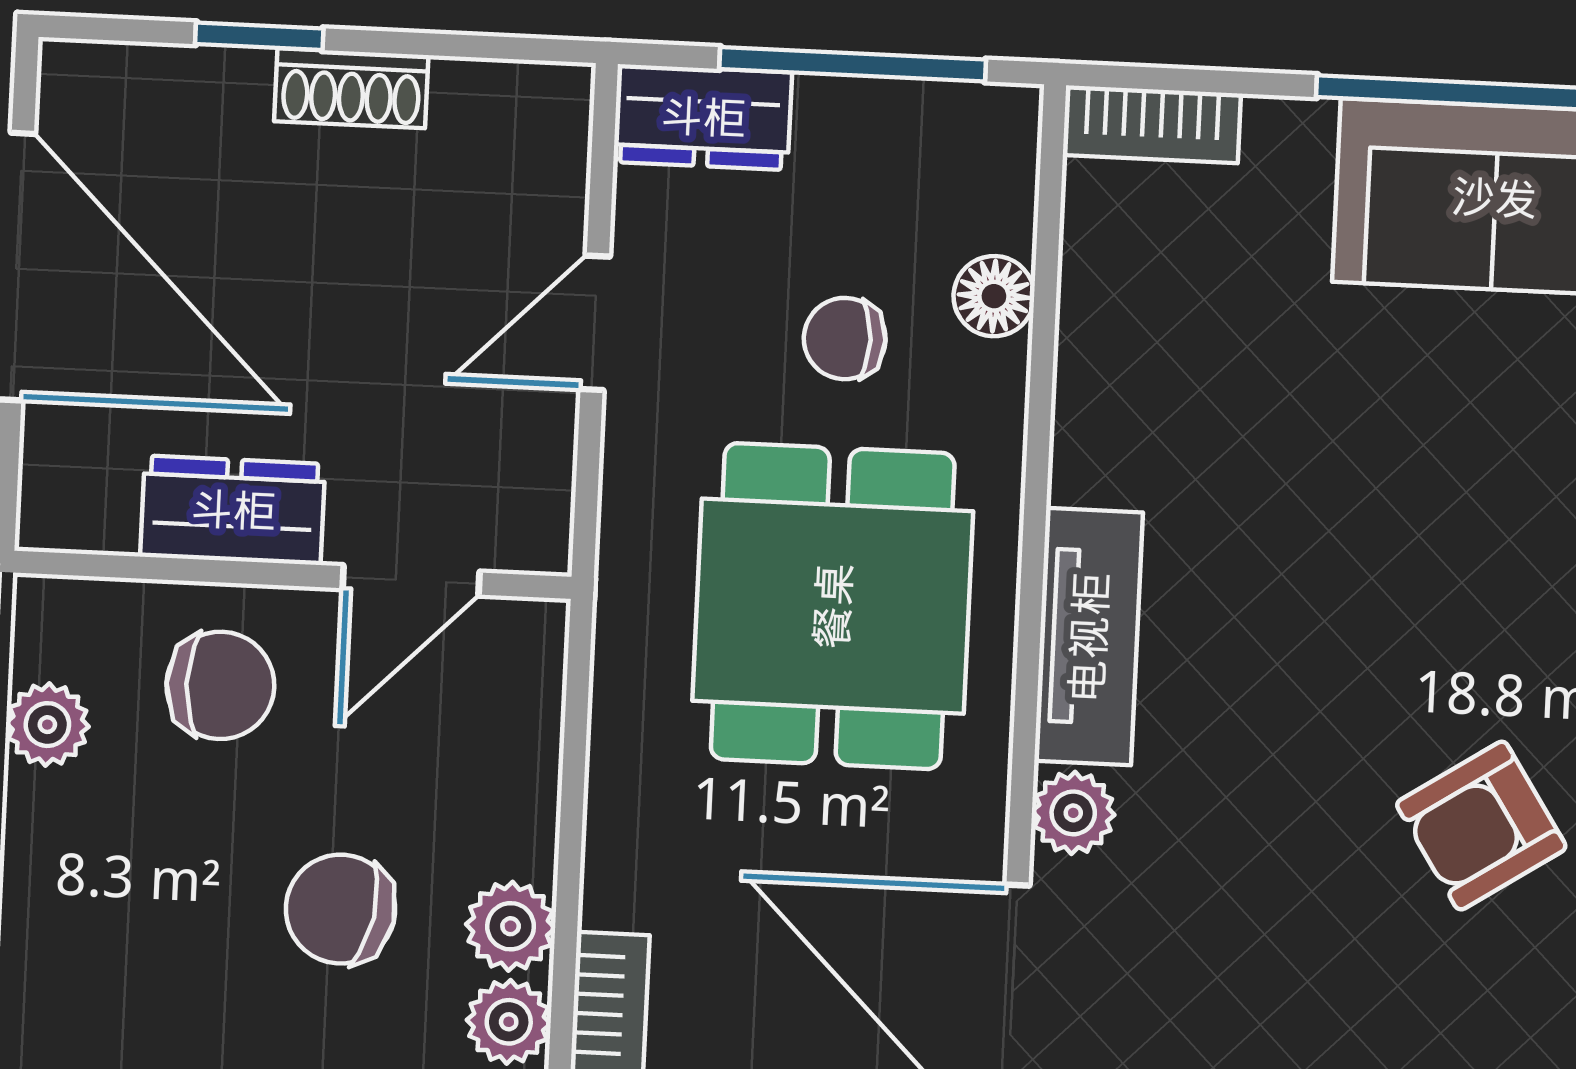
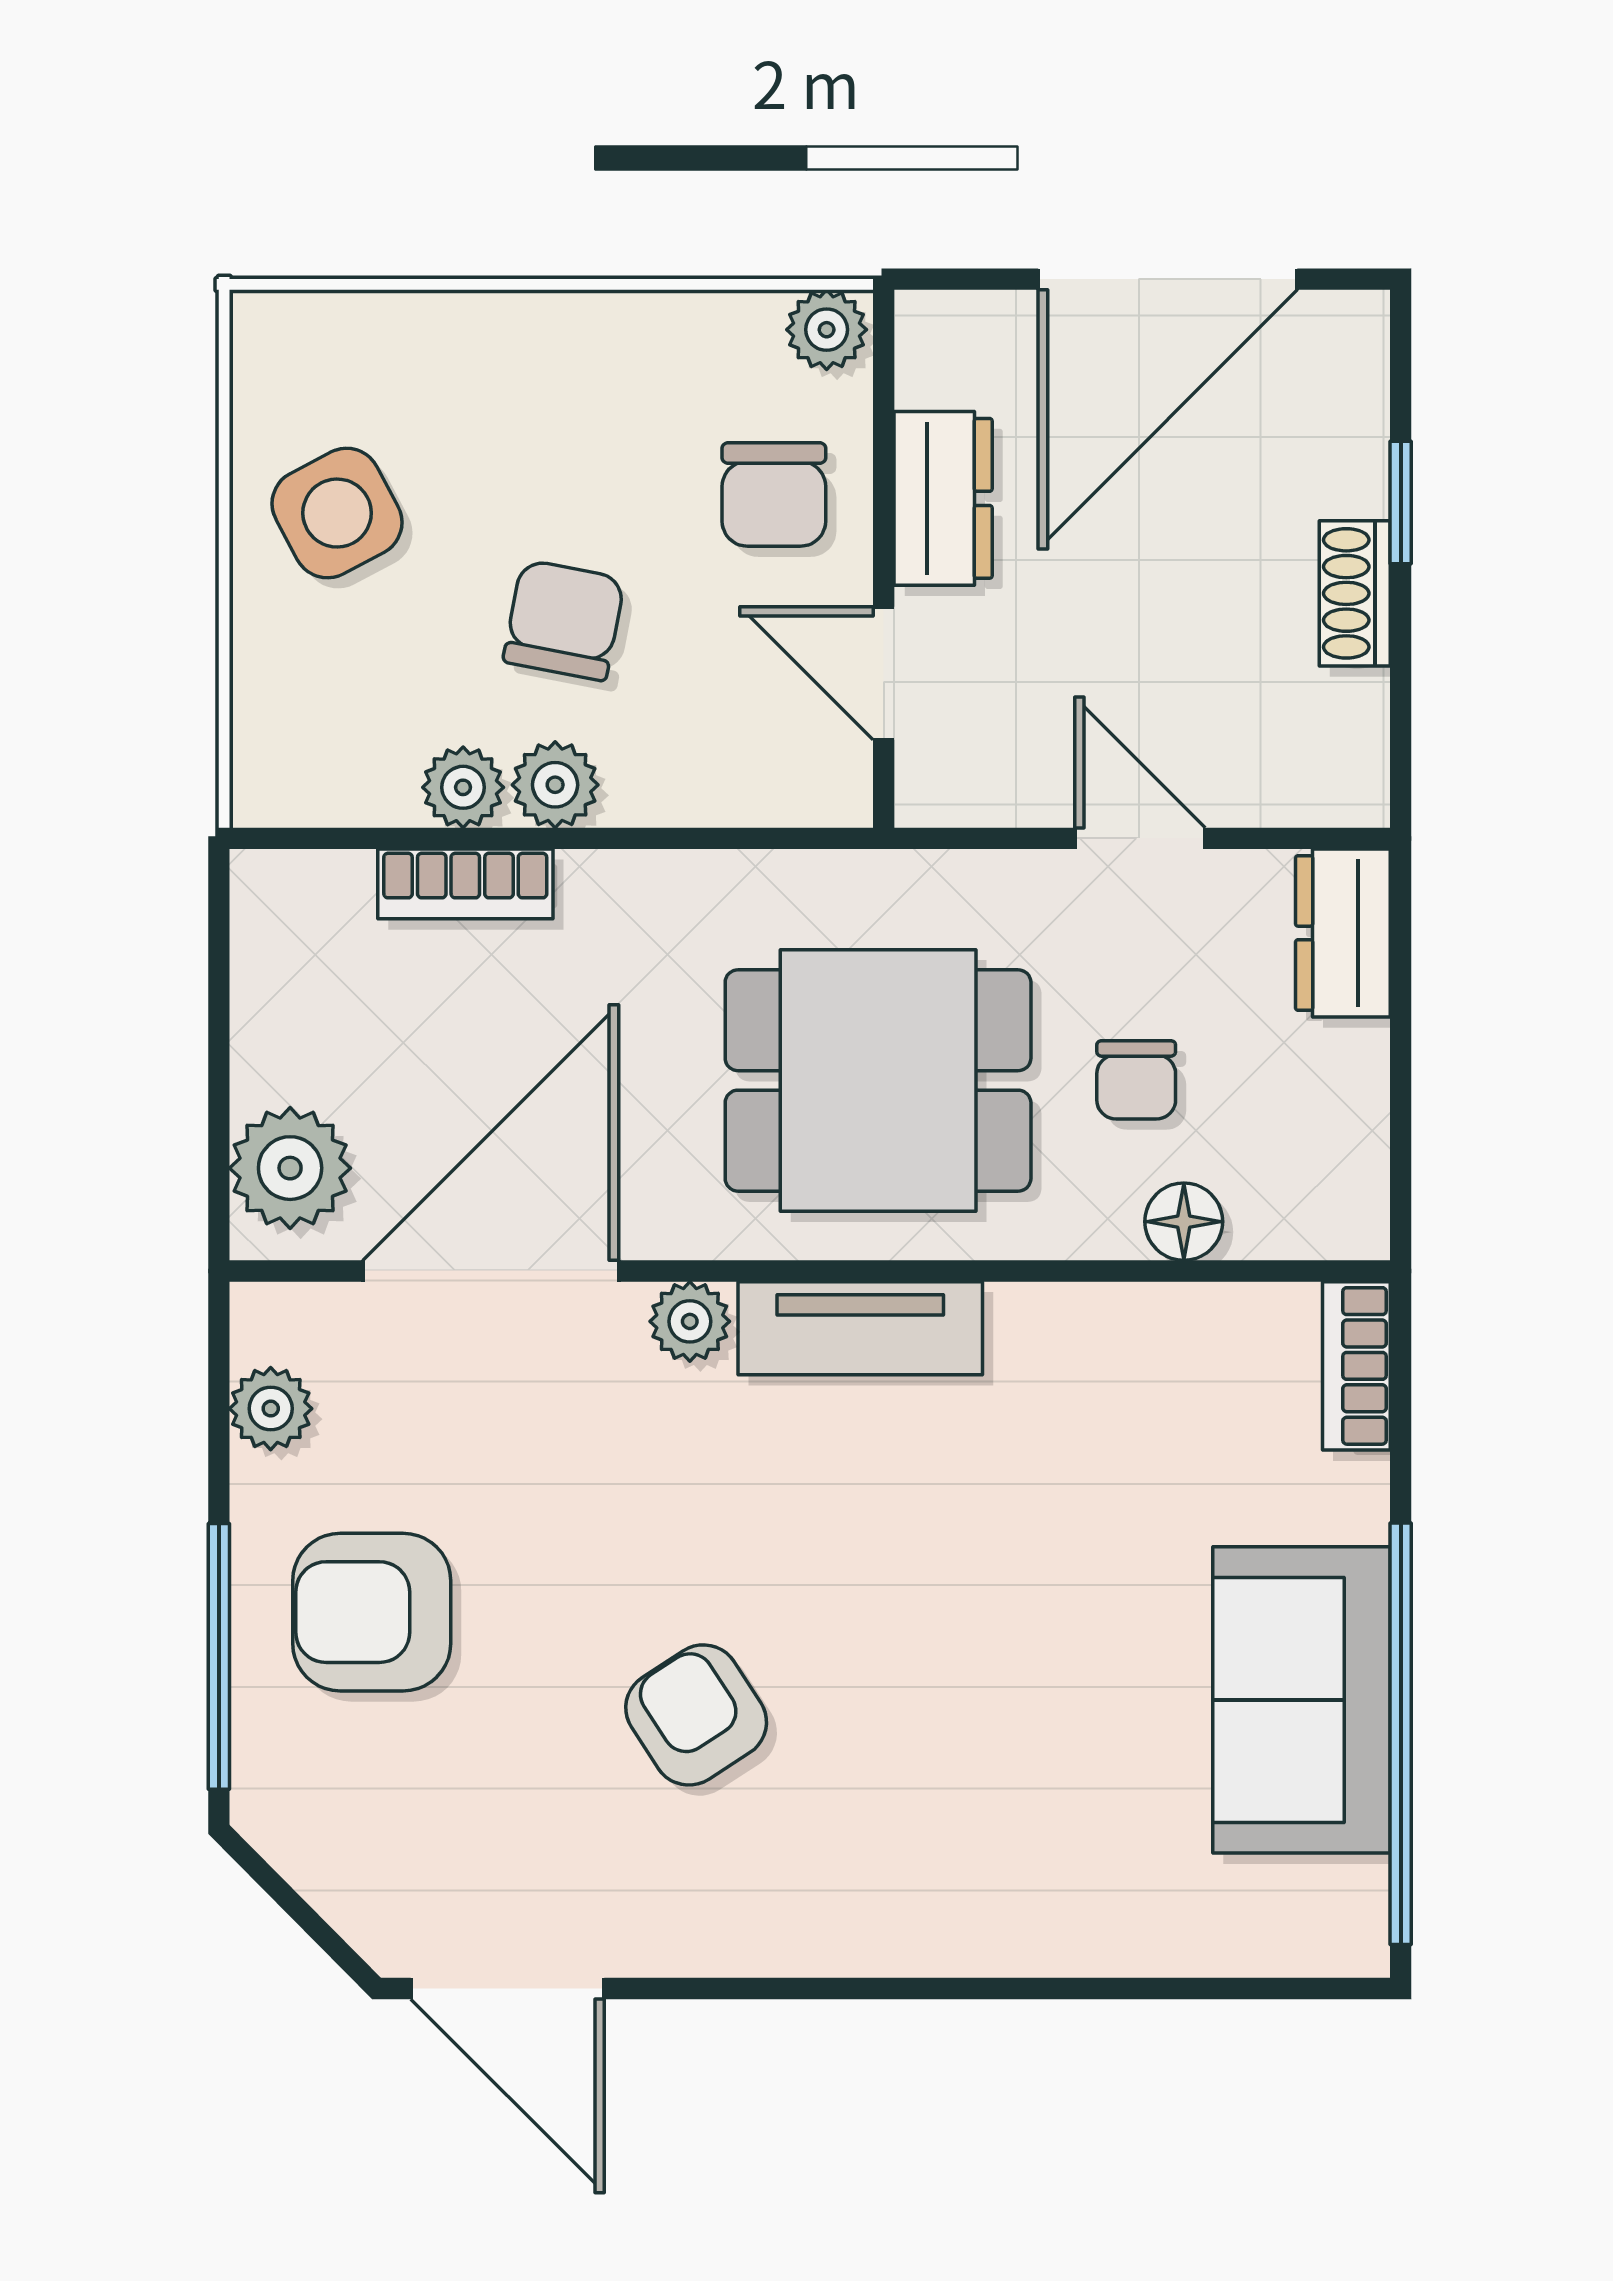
window: (853, 64) -> (1401, 1075), removed
chair: (845, 339) -> (1136, 1080), turned 180
plant: (47, 725) -> (827, 330), moved

